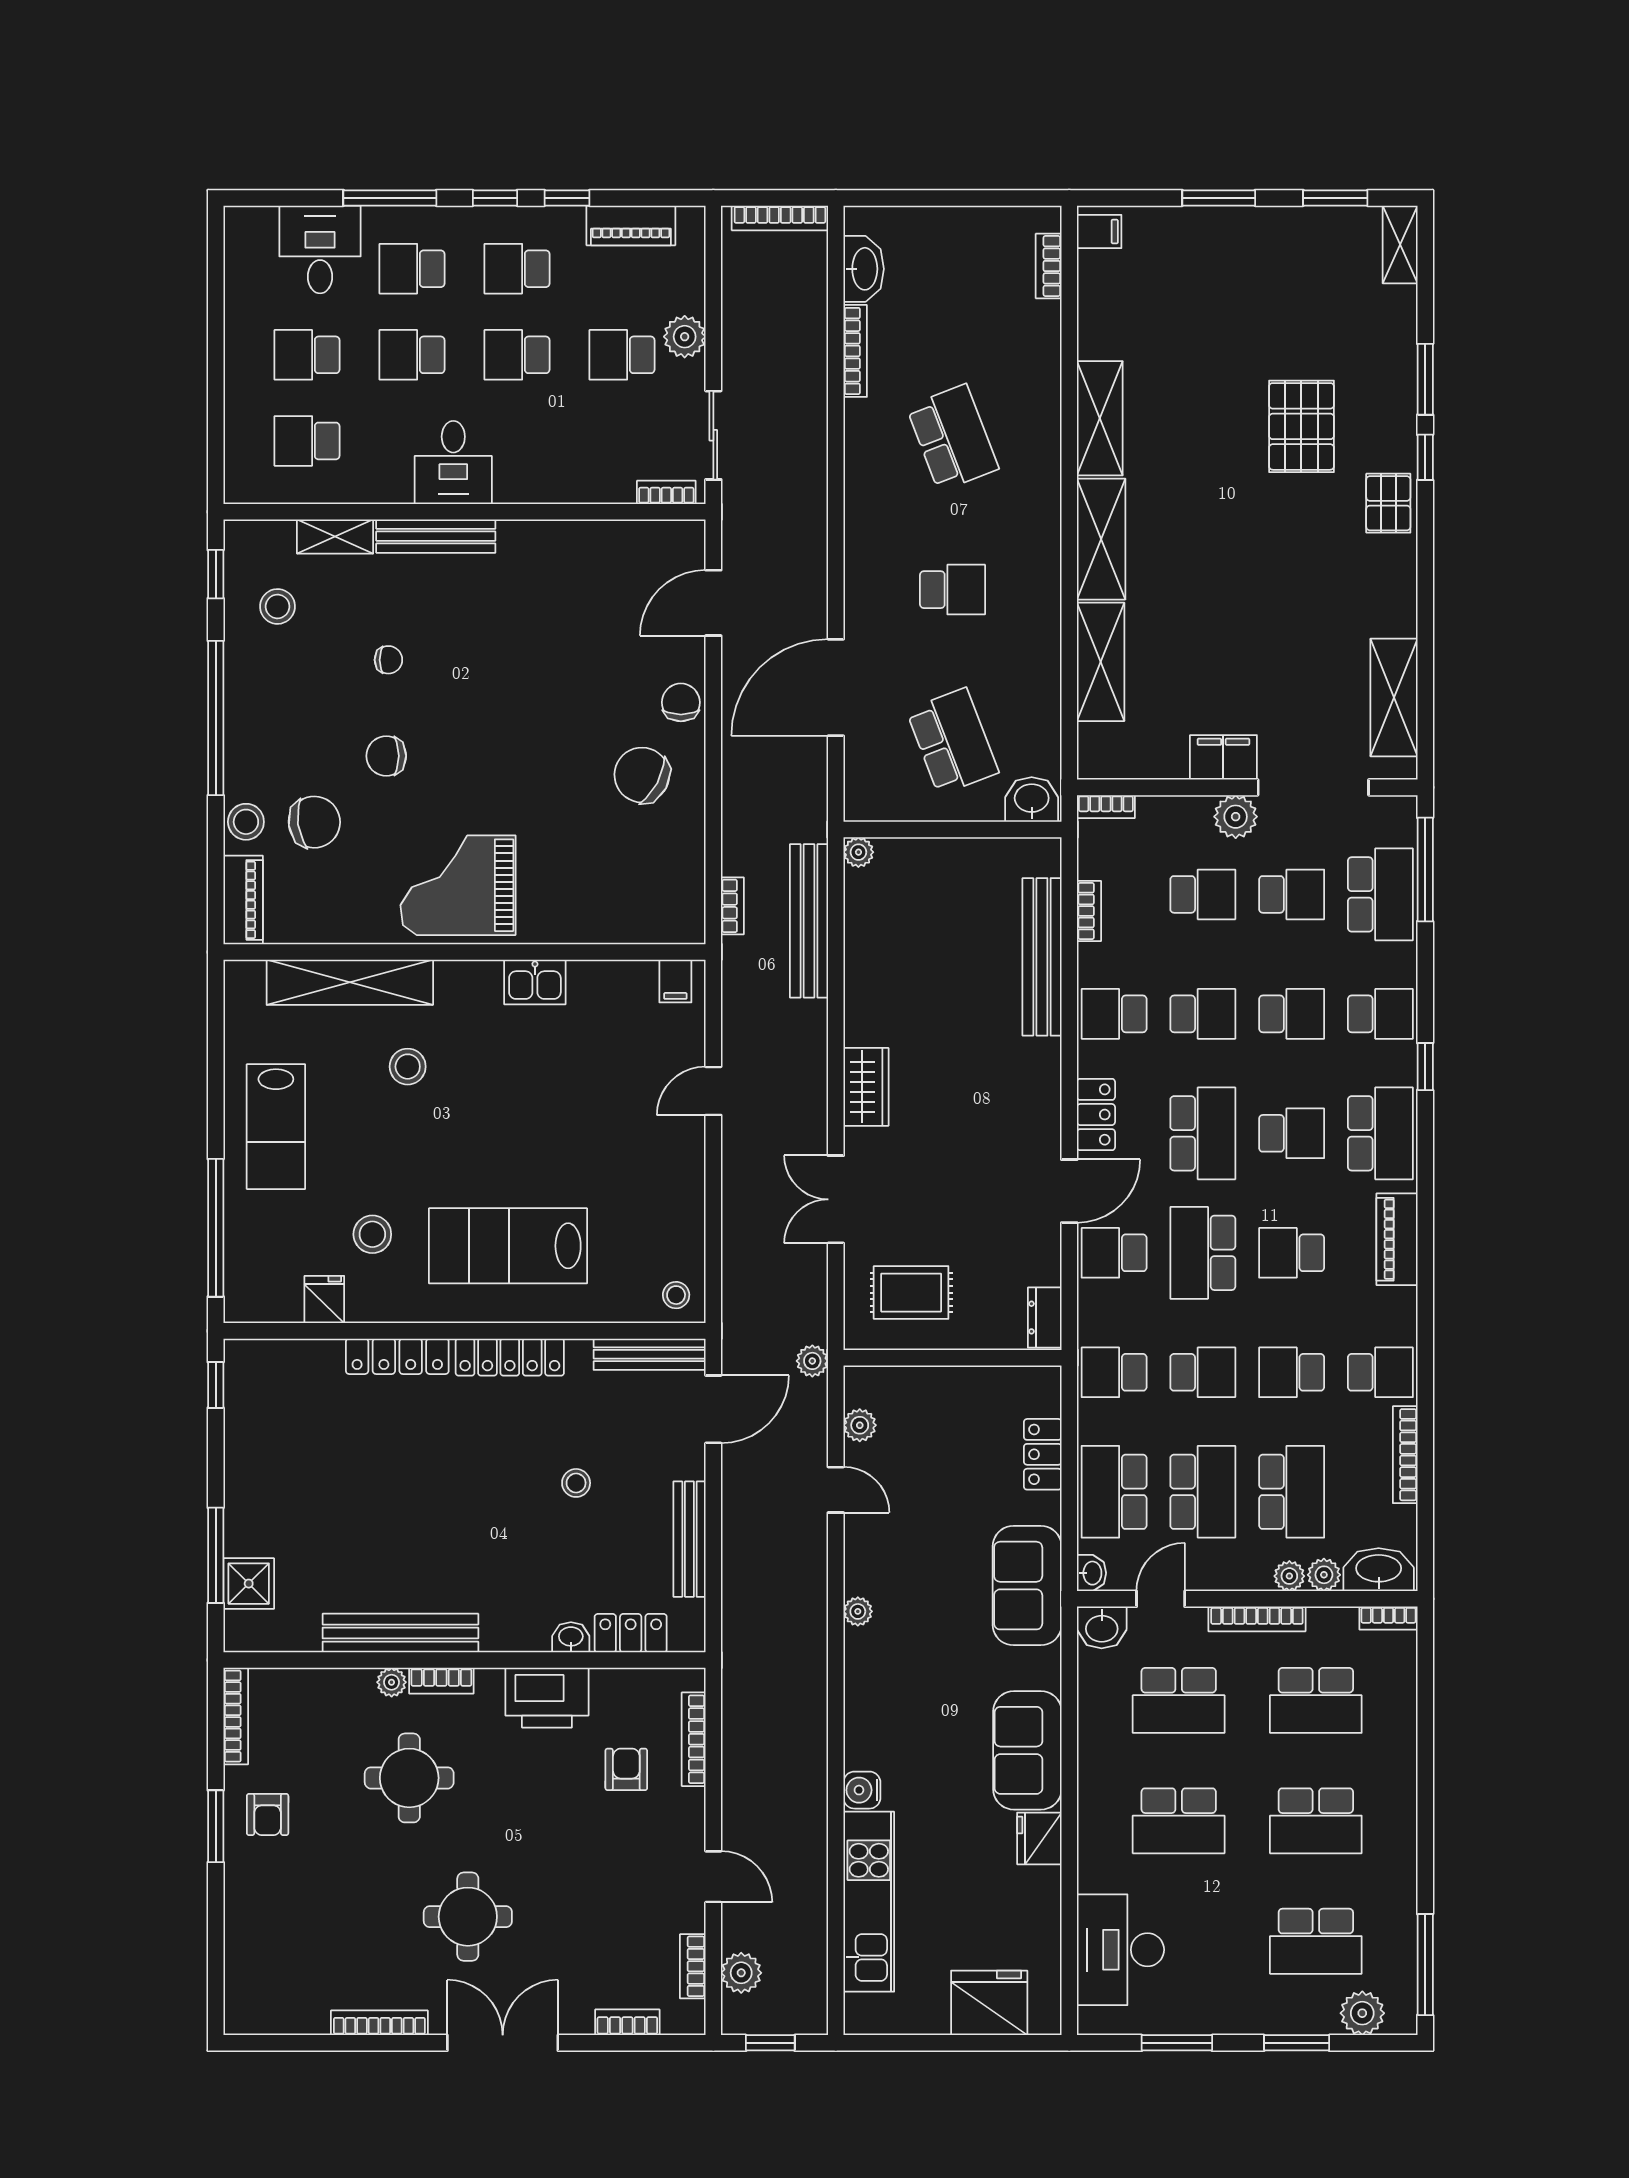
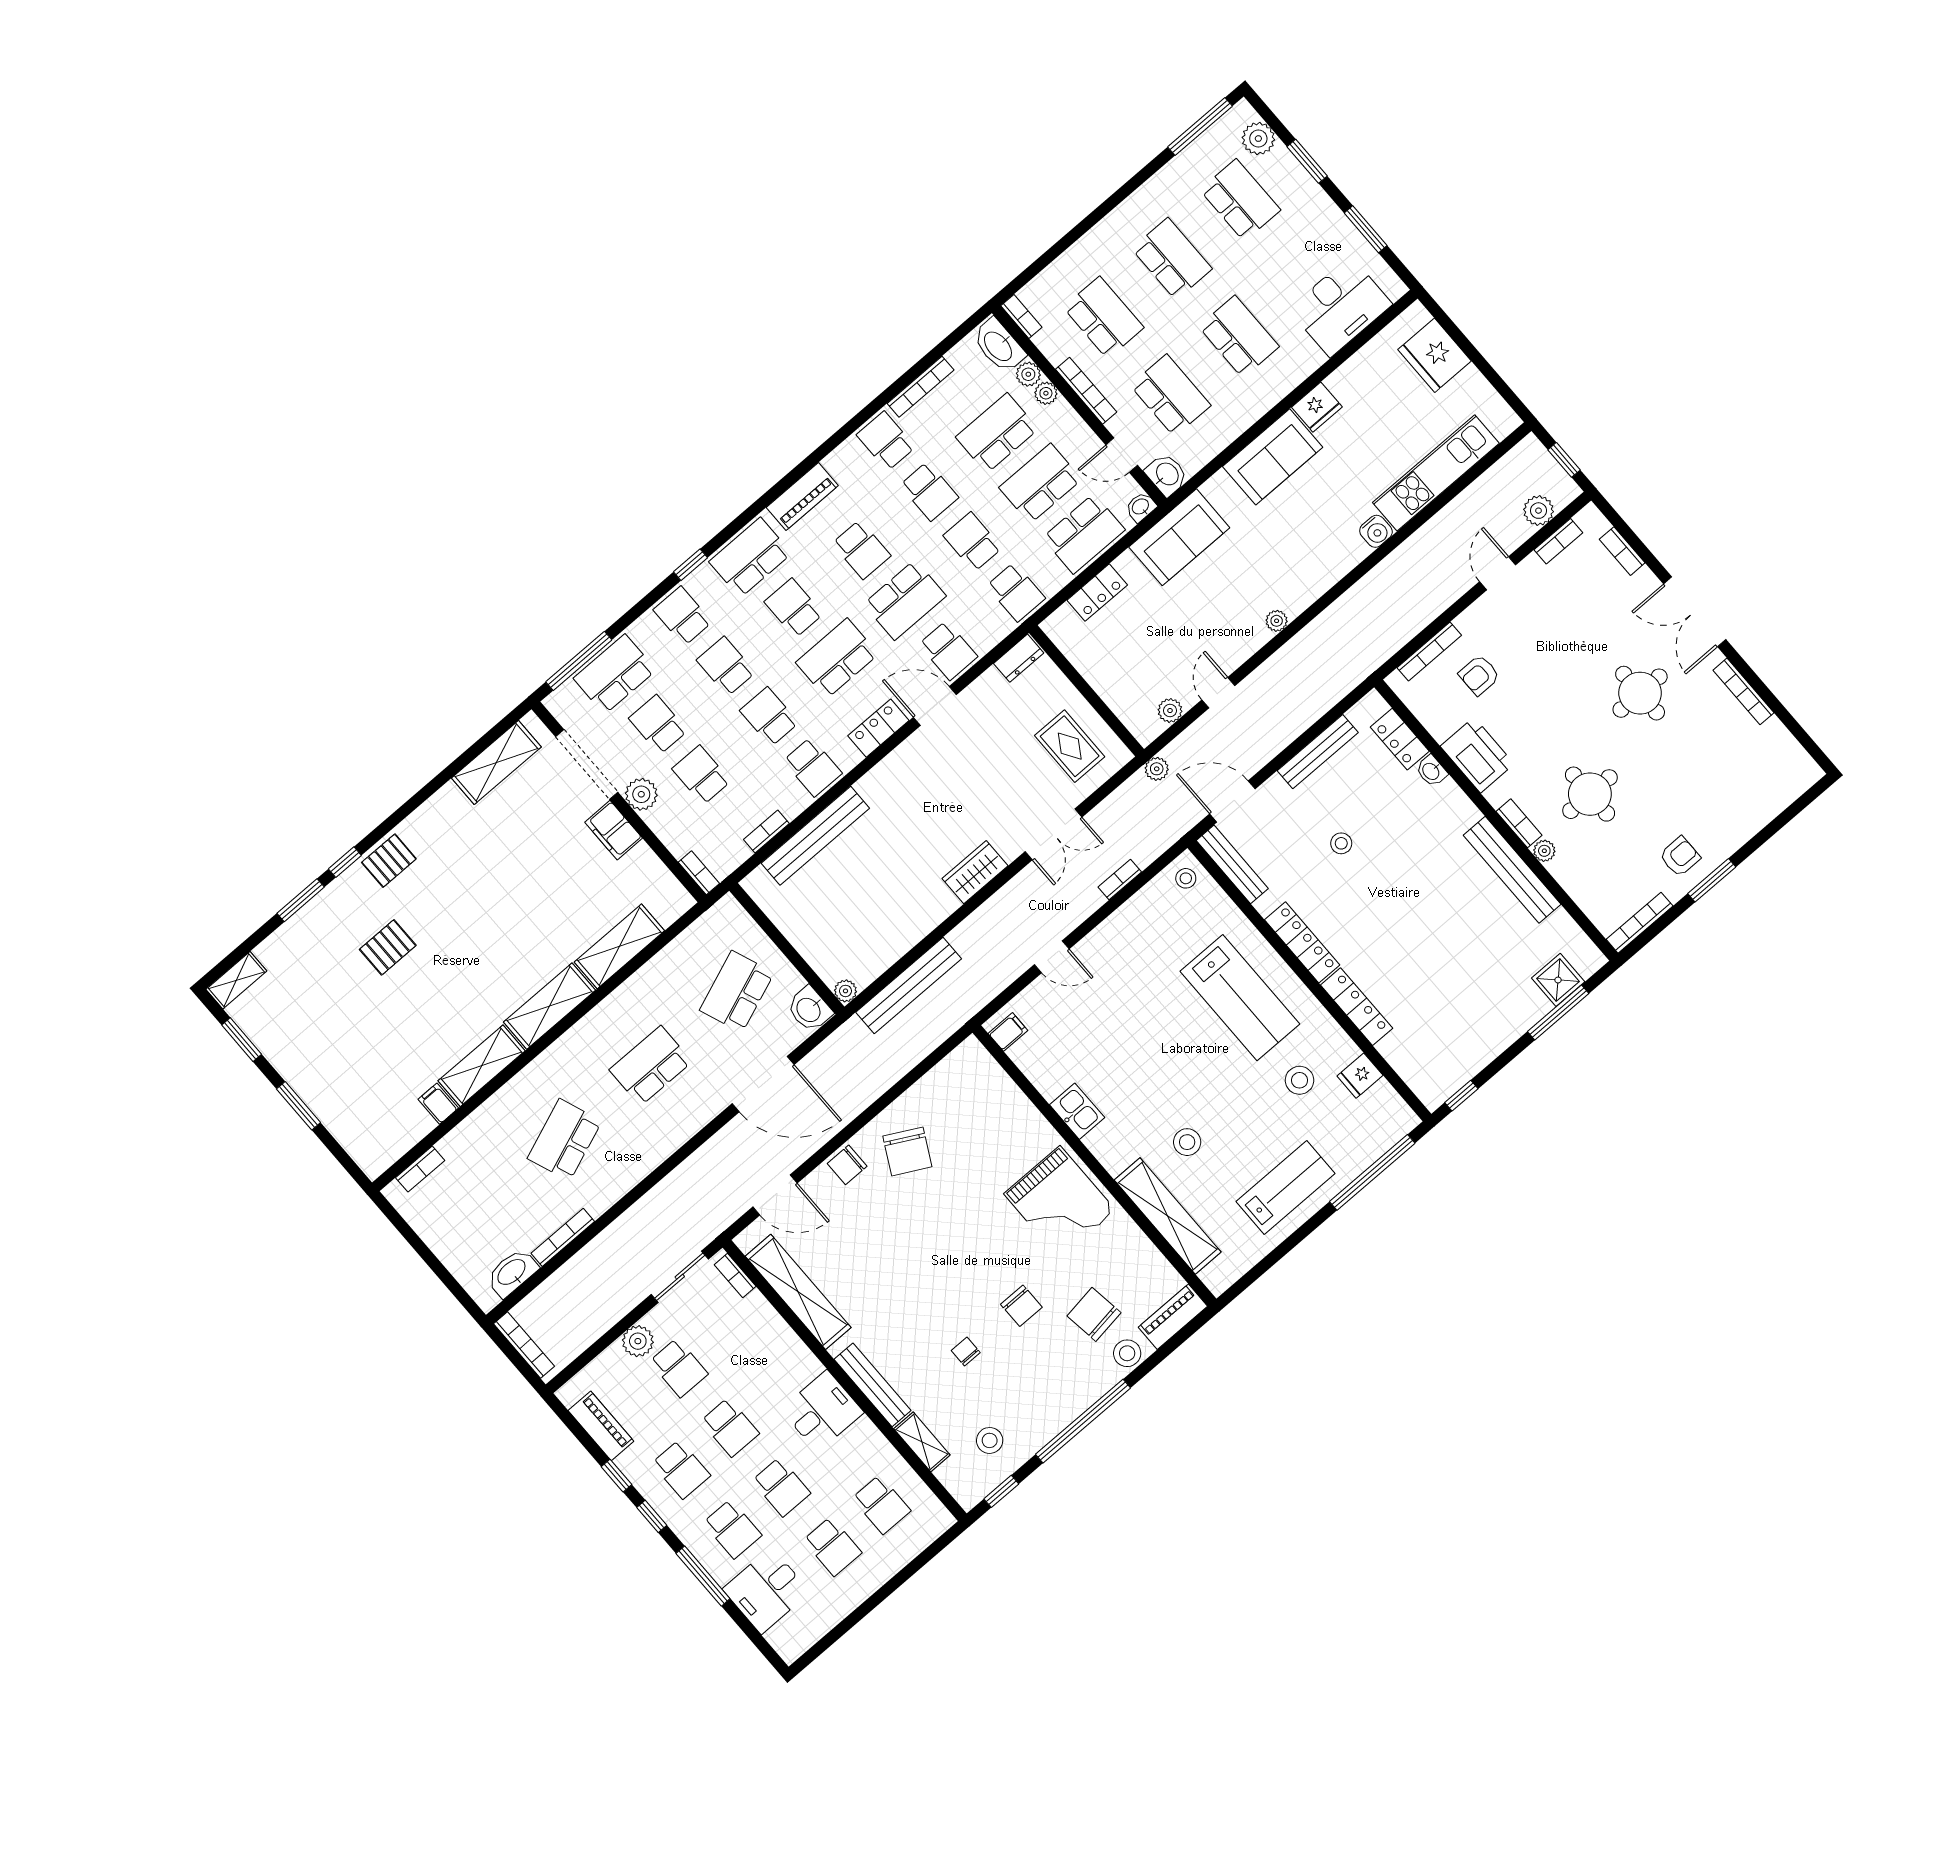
filing cabinet: (1099, 232) -> (438, 1104), moved
pallet: (1301, 426) -> (388, 947), width x0.67, depth x0.71
shelving: (595, 542) -> (798, 1292), added
school desk: (953, 590) -> (651, 1066), width x1.85
washbasin: (1032, 799) -> (809, 1009), moved
bookcase: (732, 906) -> (1120, 880), moved

